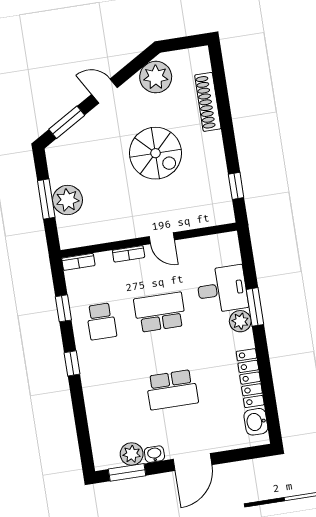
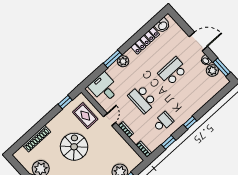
rug: (193, 204) -> (85, 116), added
desk: (222, 289) -> (104, 88), moved
school desk: (172, 390) -> (173, 71), turned -90

